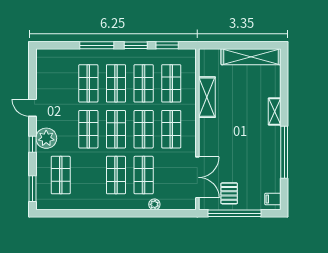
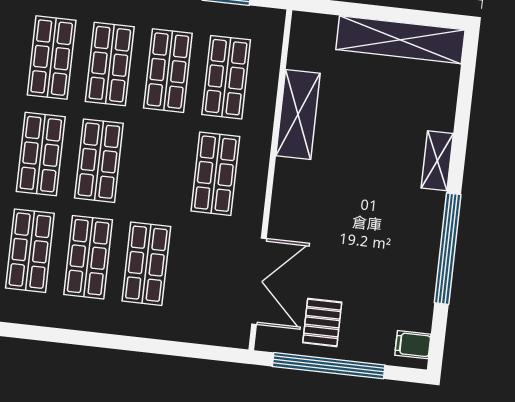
shop shelf: (144, 129) -> (30, 251), moved
plant: (154, 204) -> (162, 328), removed

